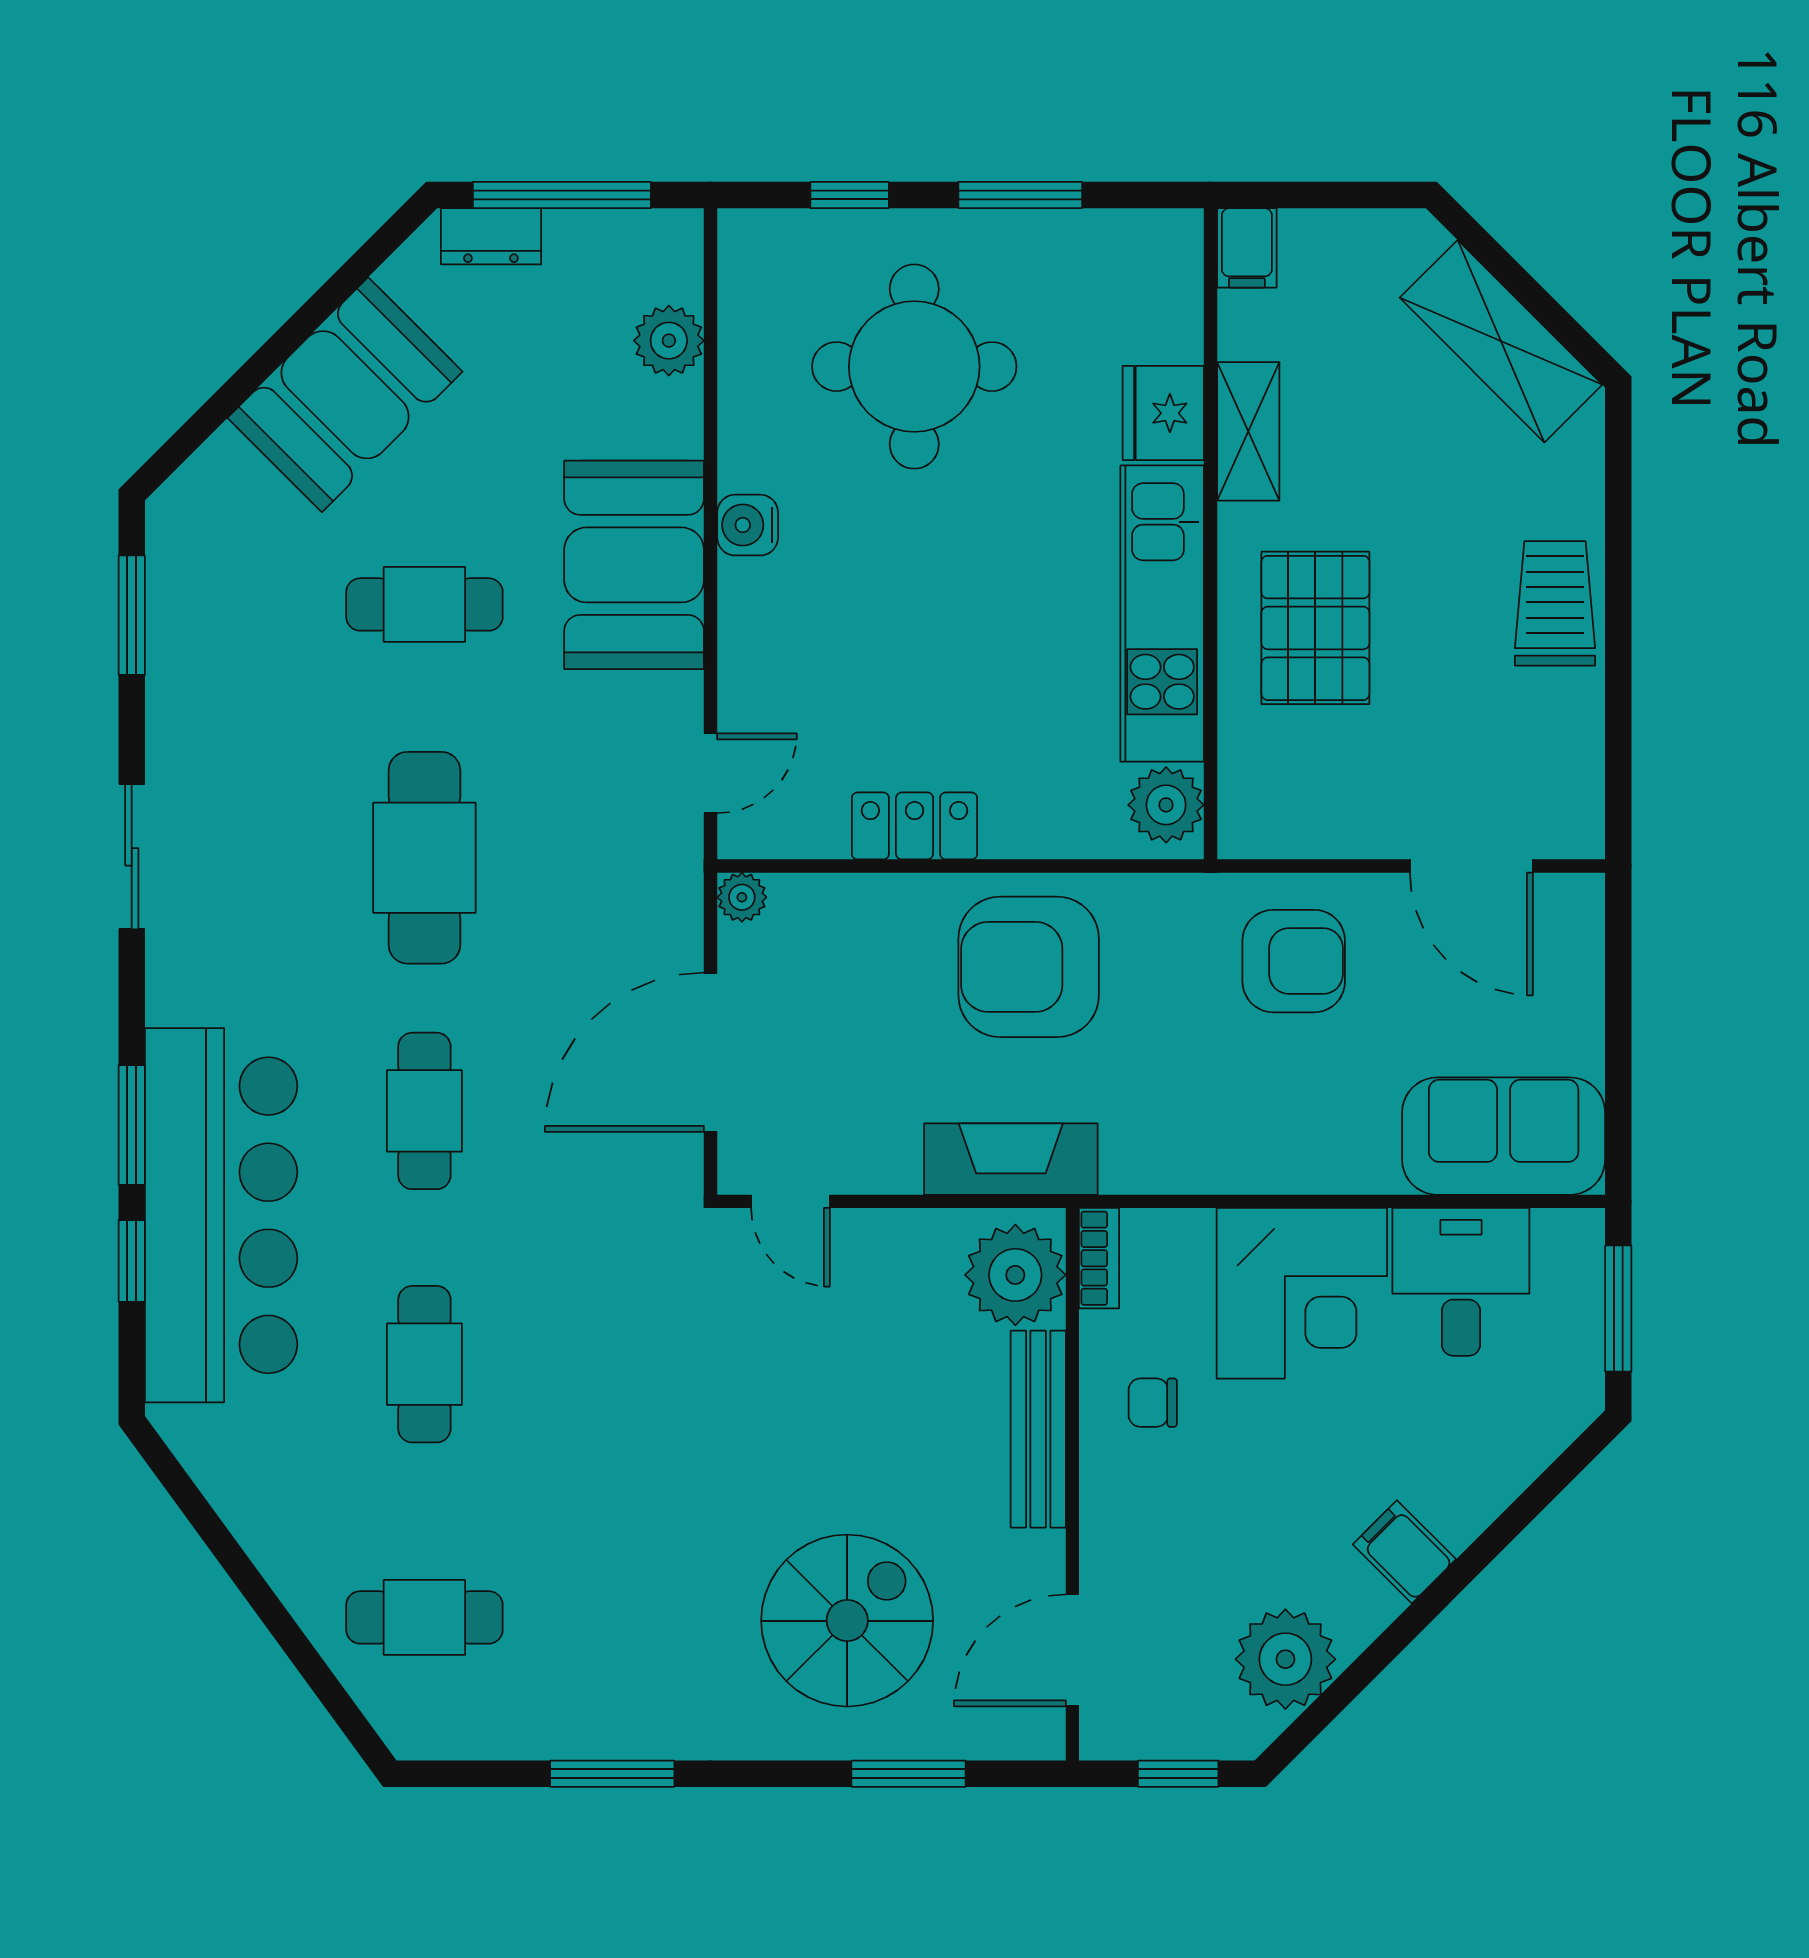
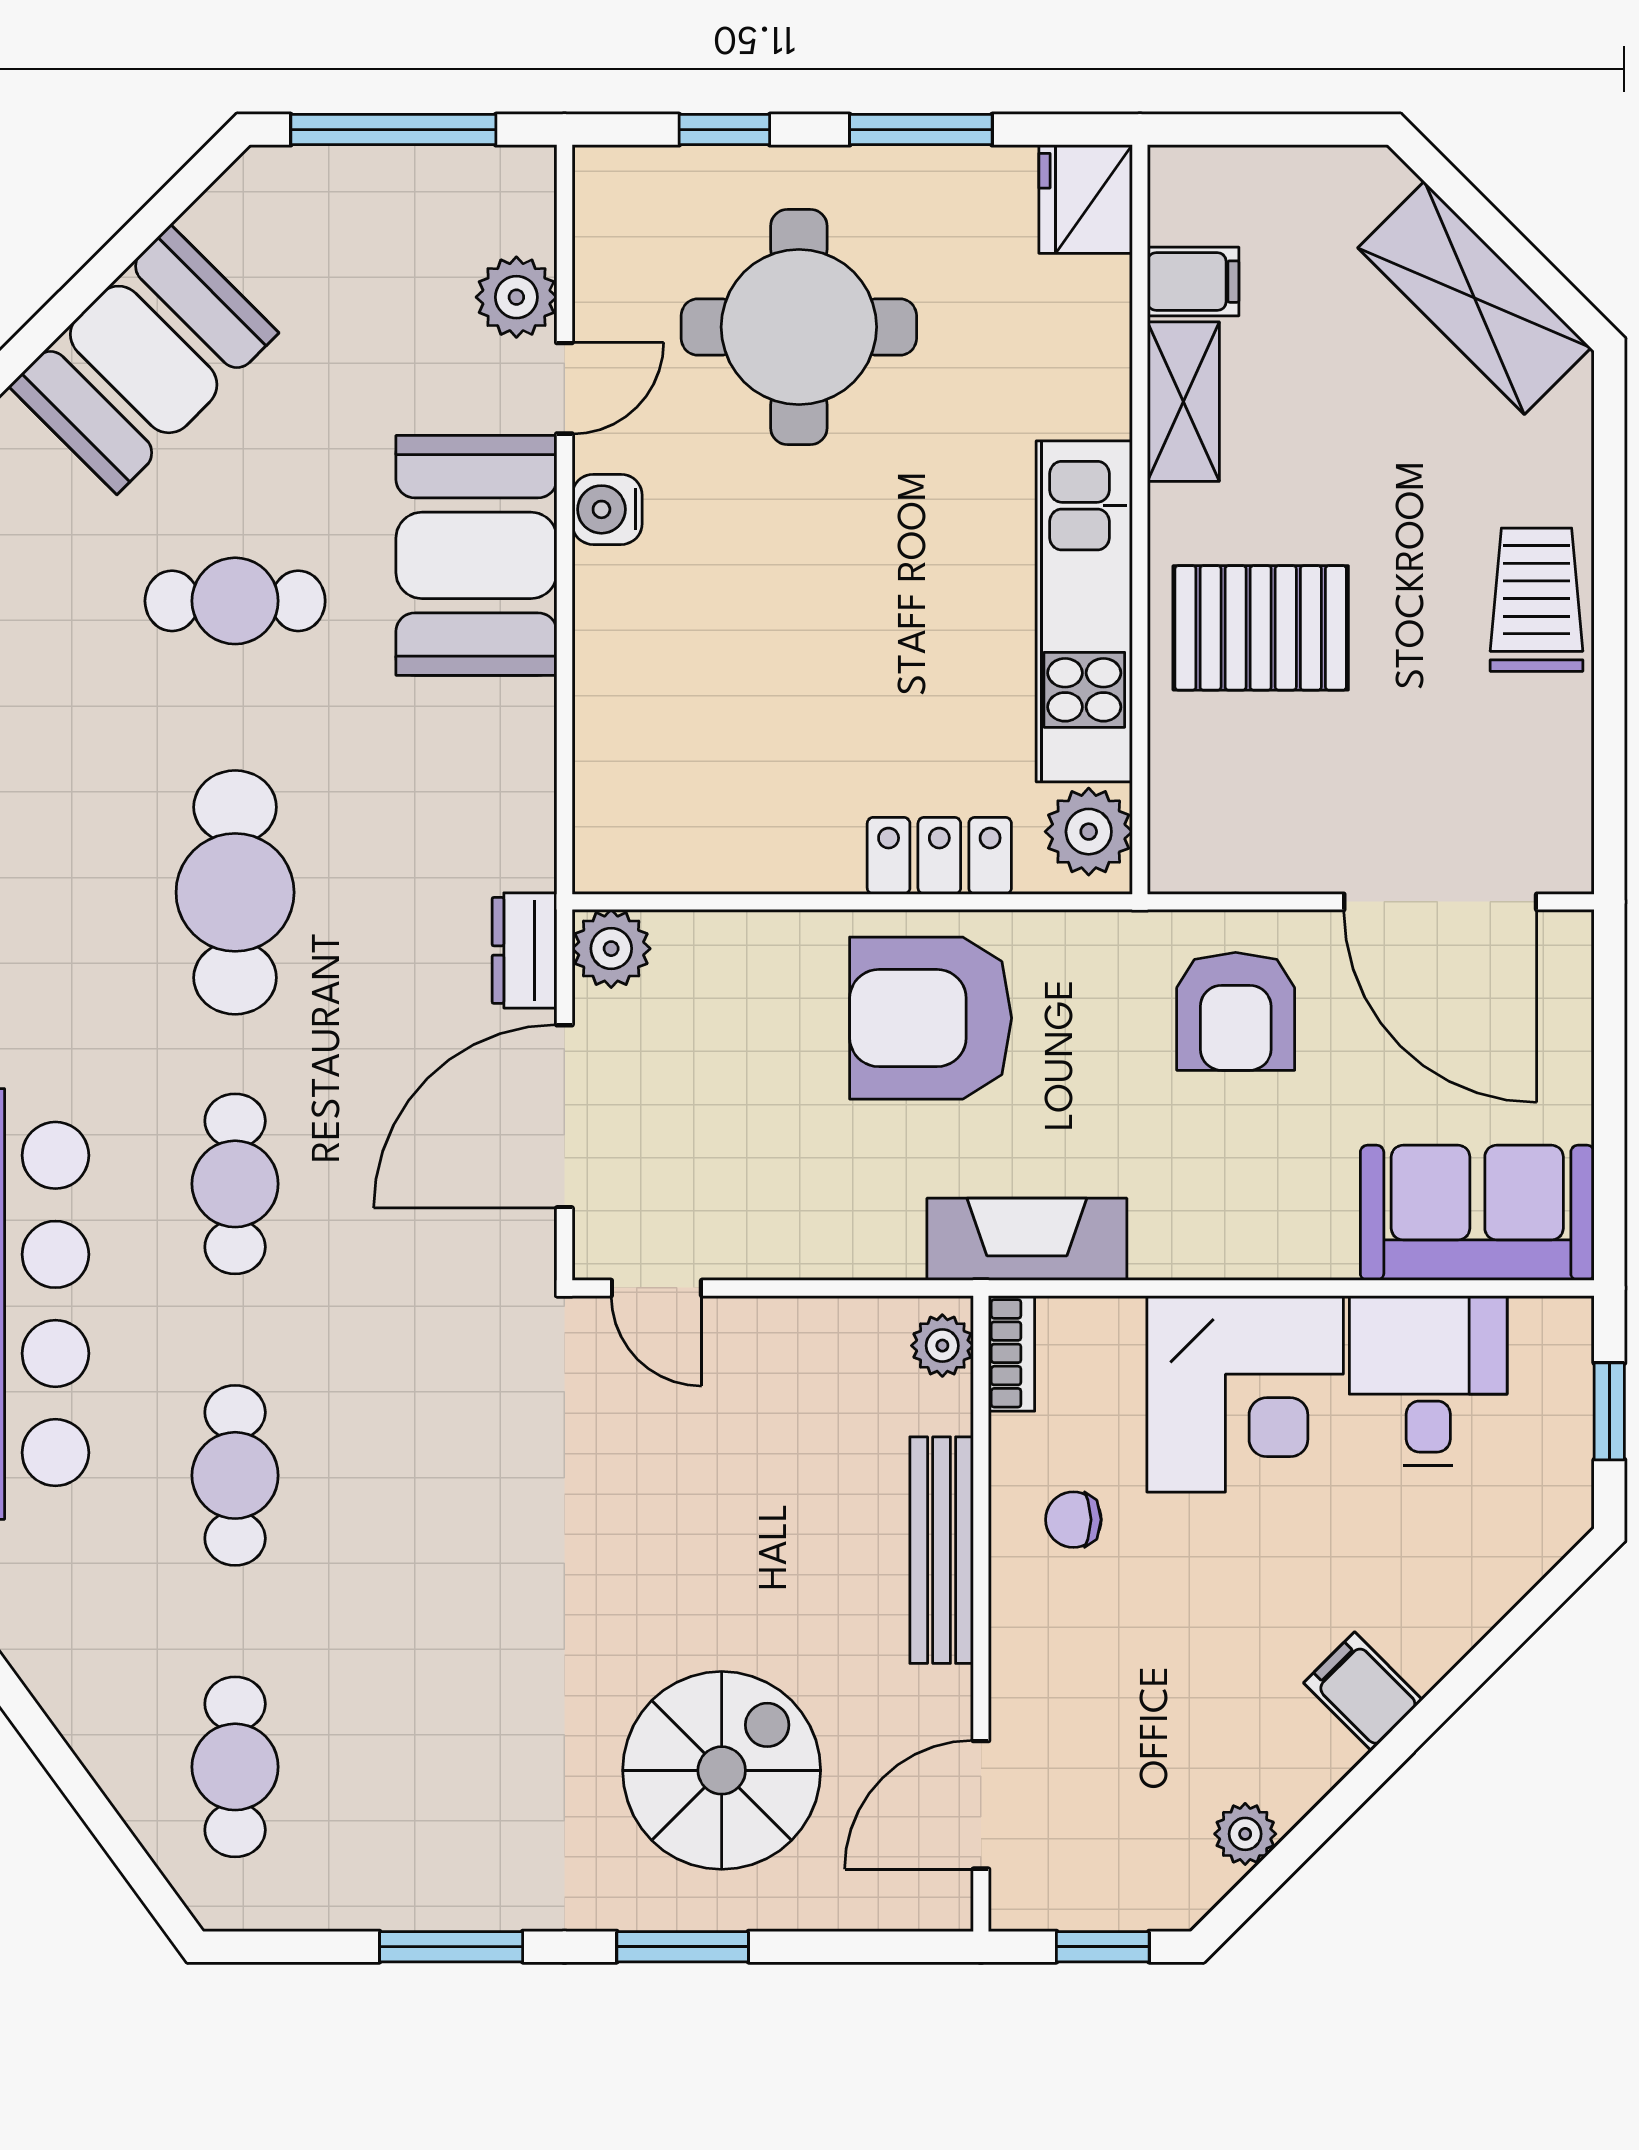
dresser: (491, 236) -> (524, 950), moved, turned 90
filing cabinet: (1247, 248) -> (1193, 282), moved, turned -90
fridge: (1163, 413) -> (1086, 199), moved
pallet: (1315, 628) -> (1261, 628), turned 90
door: (711, 773) -> (564, 388), moved
locker: (915, 826) -> (939, 856), moved
door: (1471, 866) -> (1440, 902), width x1.36
plant: (742, 897) -> (611, 949), width x1.38, depth x1.38
armchair: (1294, 961) -> (1236, 1011), turned 90
fireplace: (1011, 1159) -> (1027, 1239), moved
plant: (1015, 1275) -> (942, 1346), width x0.53, depth x0.53
window: (1618, 1309) -> (1609, 1411), width x0.67
cafe table: (424, 1617) -> (235, 1767), turned 90
plant: (1285, 1659) -> (1245, 1834), width x0.53, depth x0.53
window: (909, 1774) -> (683, 1947), moved

